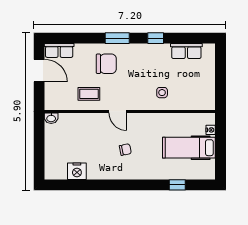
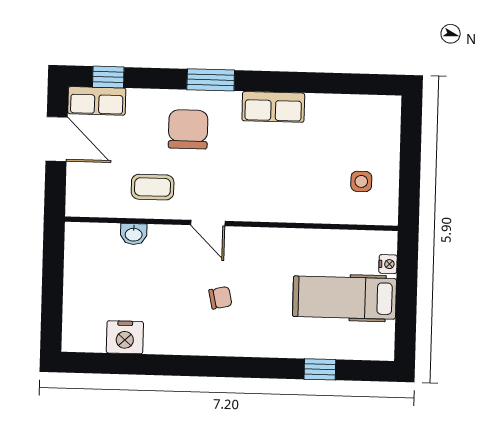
window: (156, 38) -> (108, 77), moved
row of seats: (186, 51) -> (273, 107), moved
chair: (106, 64) -> (188, 129), turned -90
side table: (162, 93) -> (361, 181), moved
washbasin: (51, 118) -> (134, 234), moved

